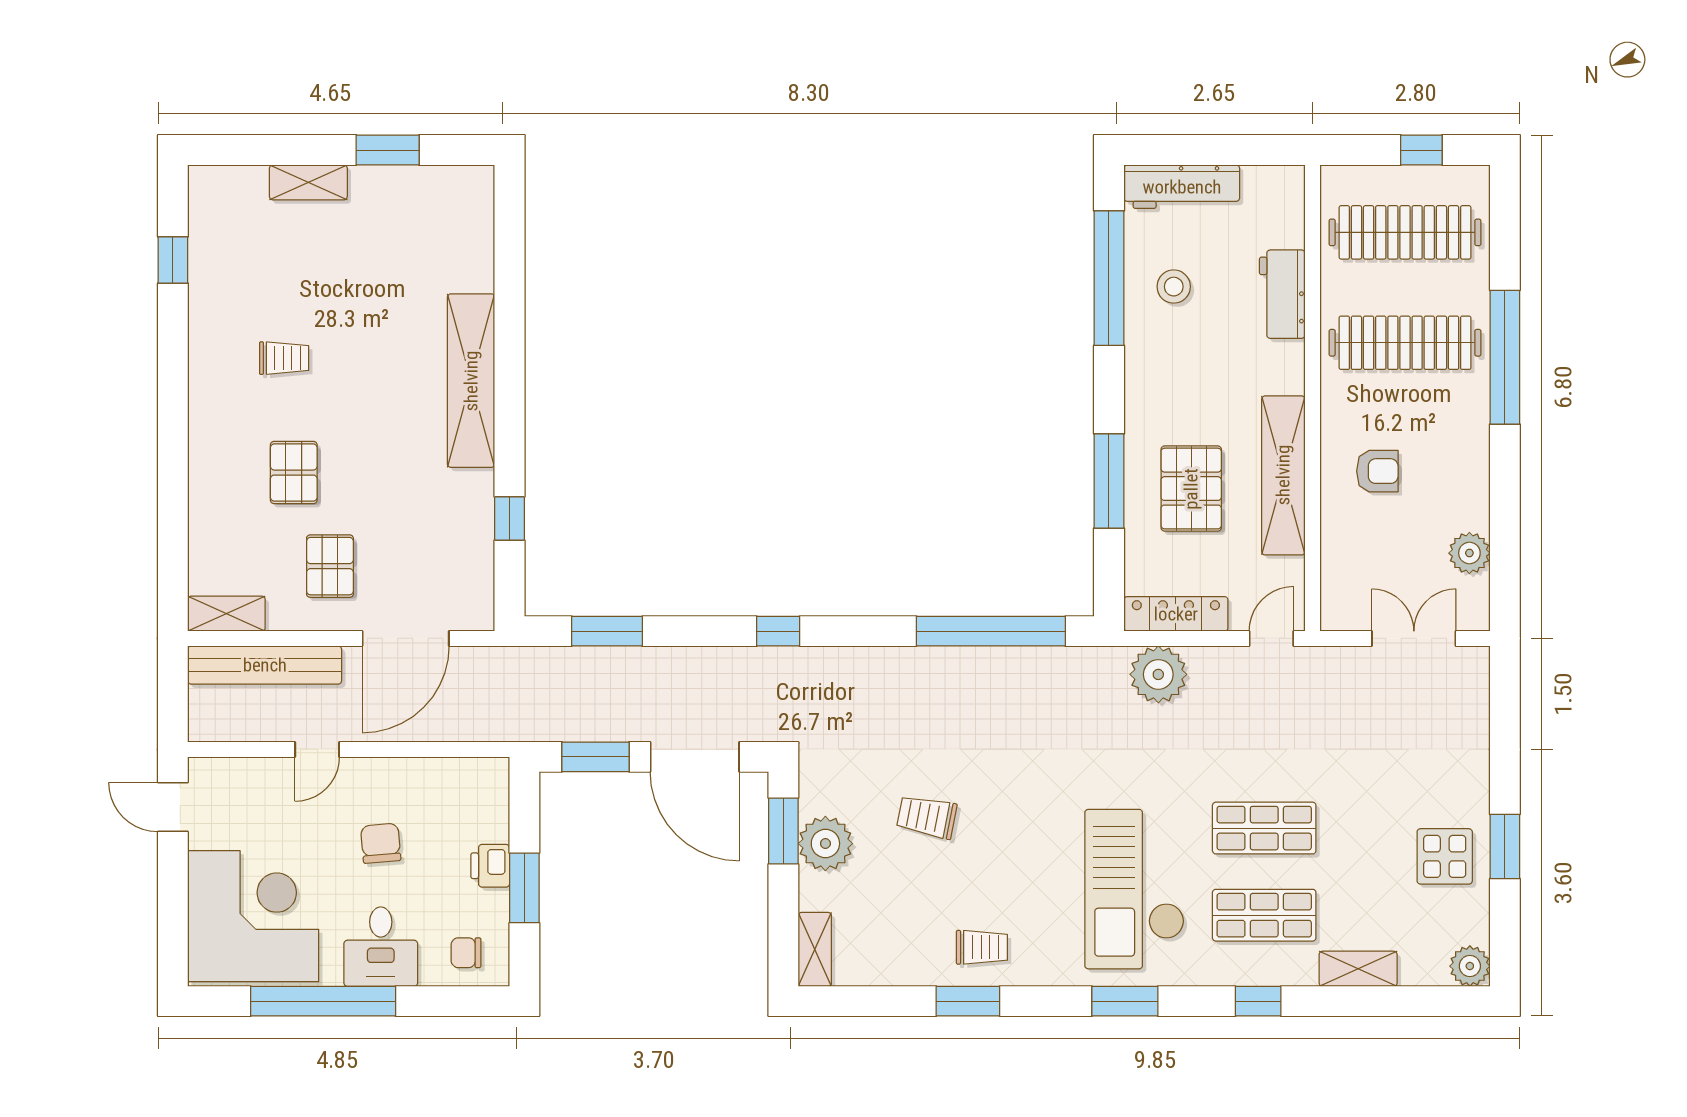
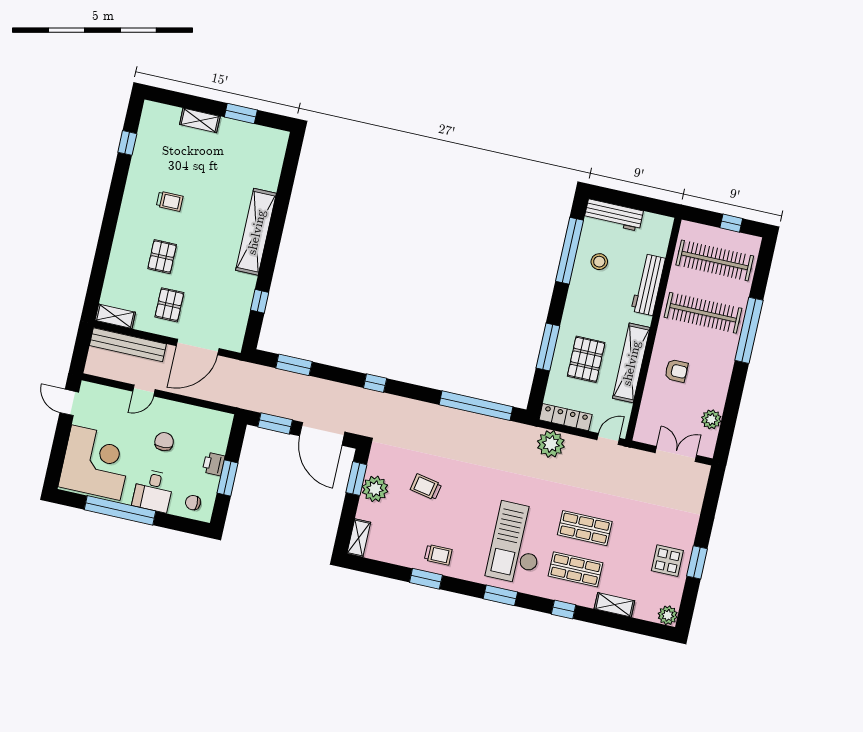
workbench: (1282, 294) -> (648, 285), width x1.37

